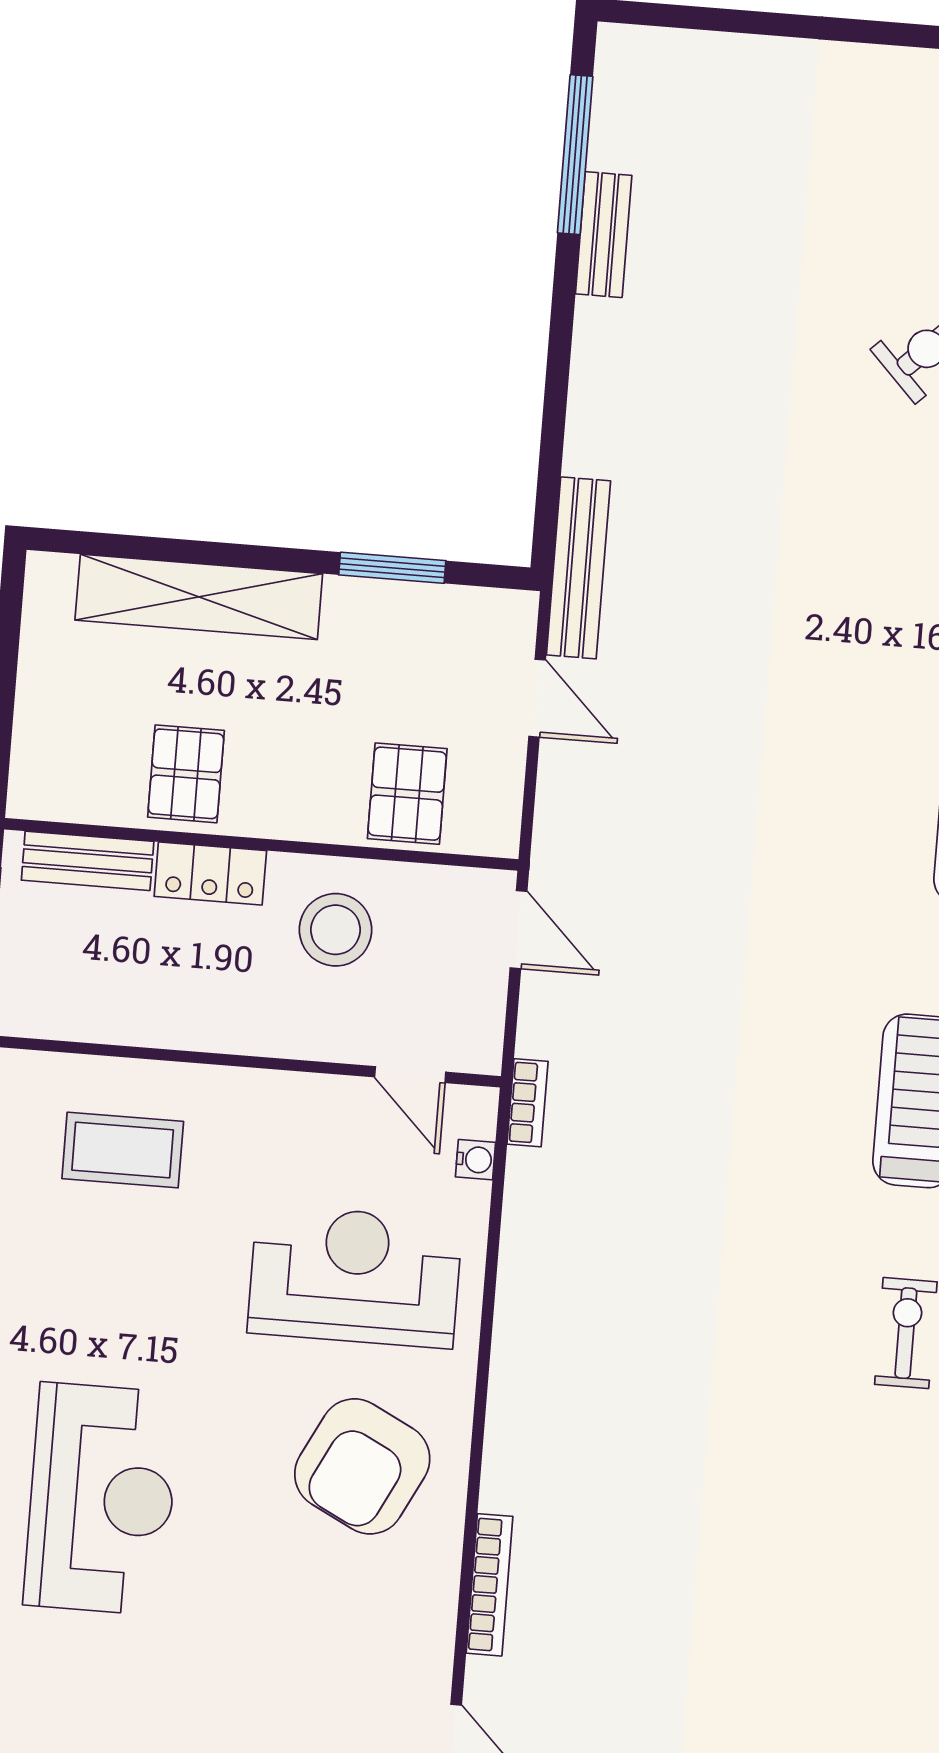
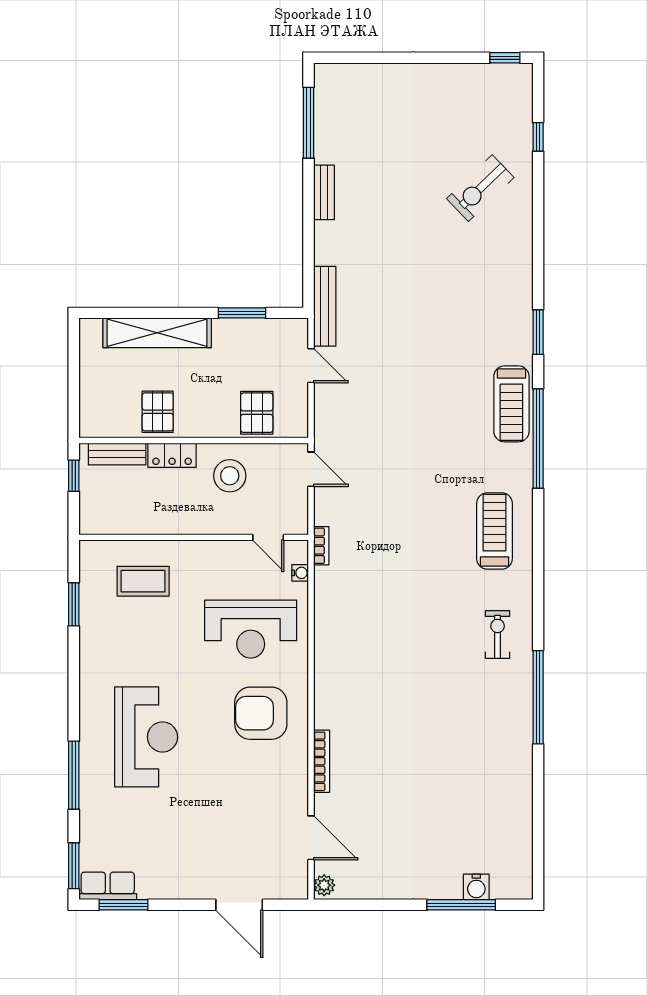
bench: (604, 235) -> (324, 192), moved
reception desk: (355, 1276) -> (251, 629), turned 180
armchair: (362, 1466) -> (261, 713), turned 63

